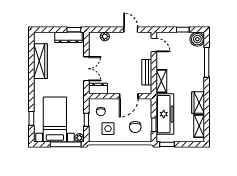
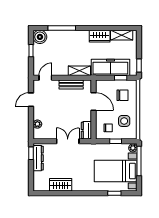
wardrobe: (40, 61) -> (61, 185), width x0.67

